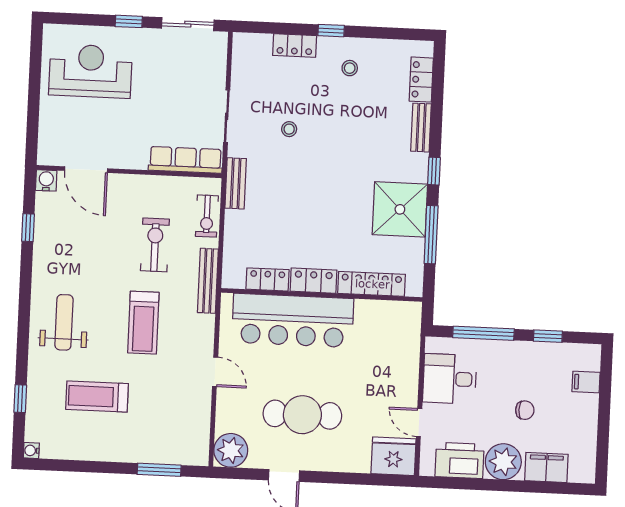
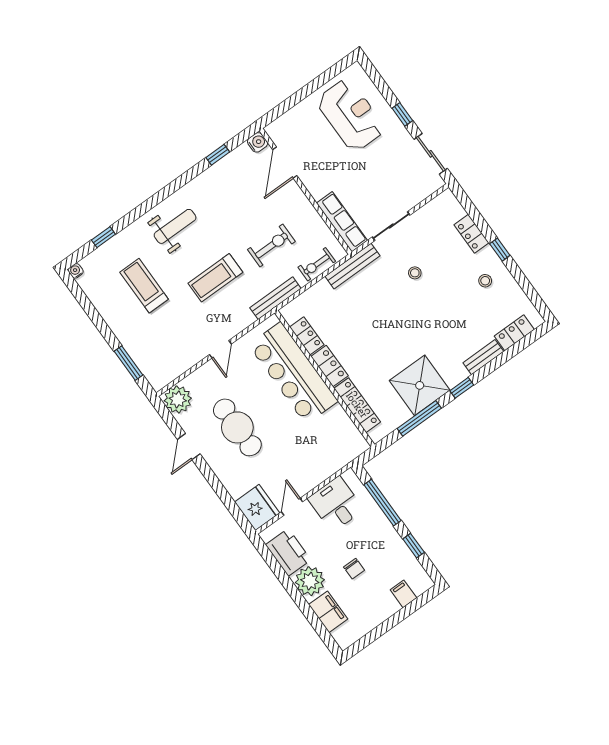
bench: (236, 183) -> (352, 266), width x1.36

